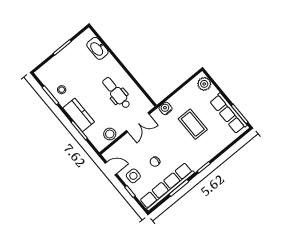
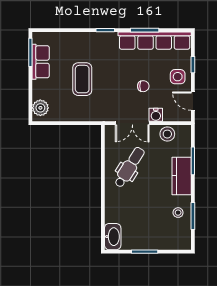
washbasin: (97, 48) -> (113, 237), moved
dental chair: (116, 93) -> (129, 167), turned -148
water cooler: (166, 108) -> (156, 115), moved
row of seats: (228, 113) -> (41, 62), width x0.68
double door: (138, 122) -> (132, 123), swing flipped
chair: (155, 162) -> (143, 86), moved

